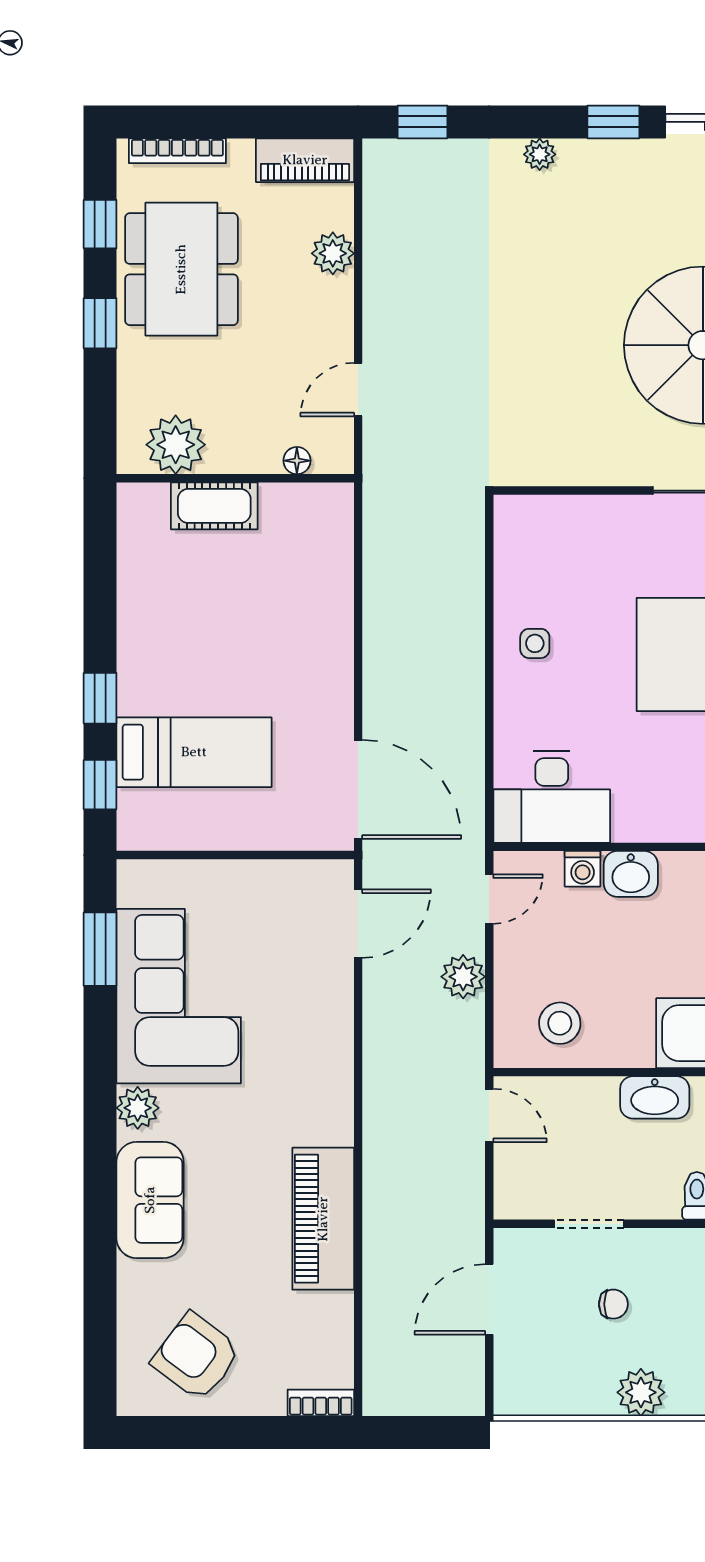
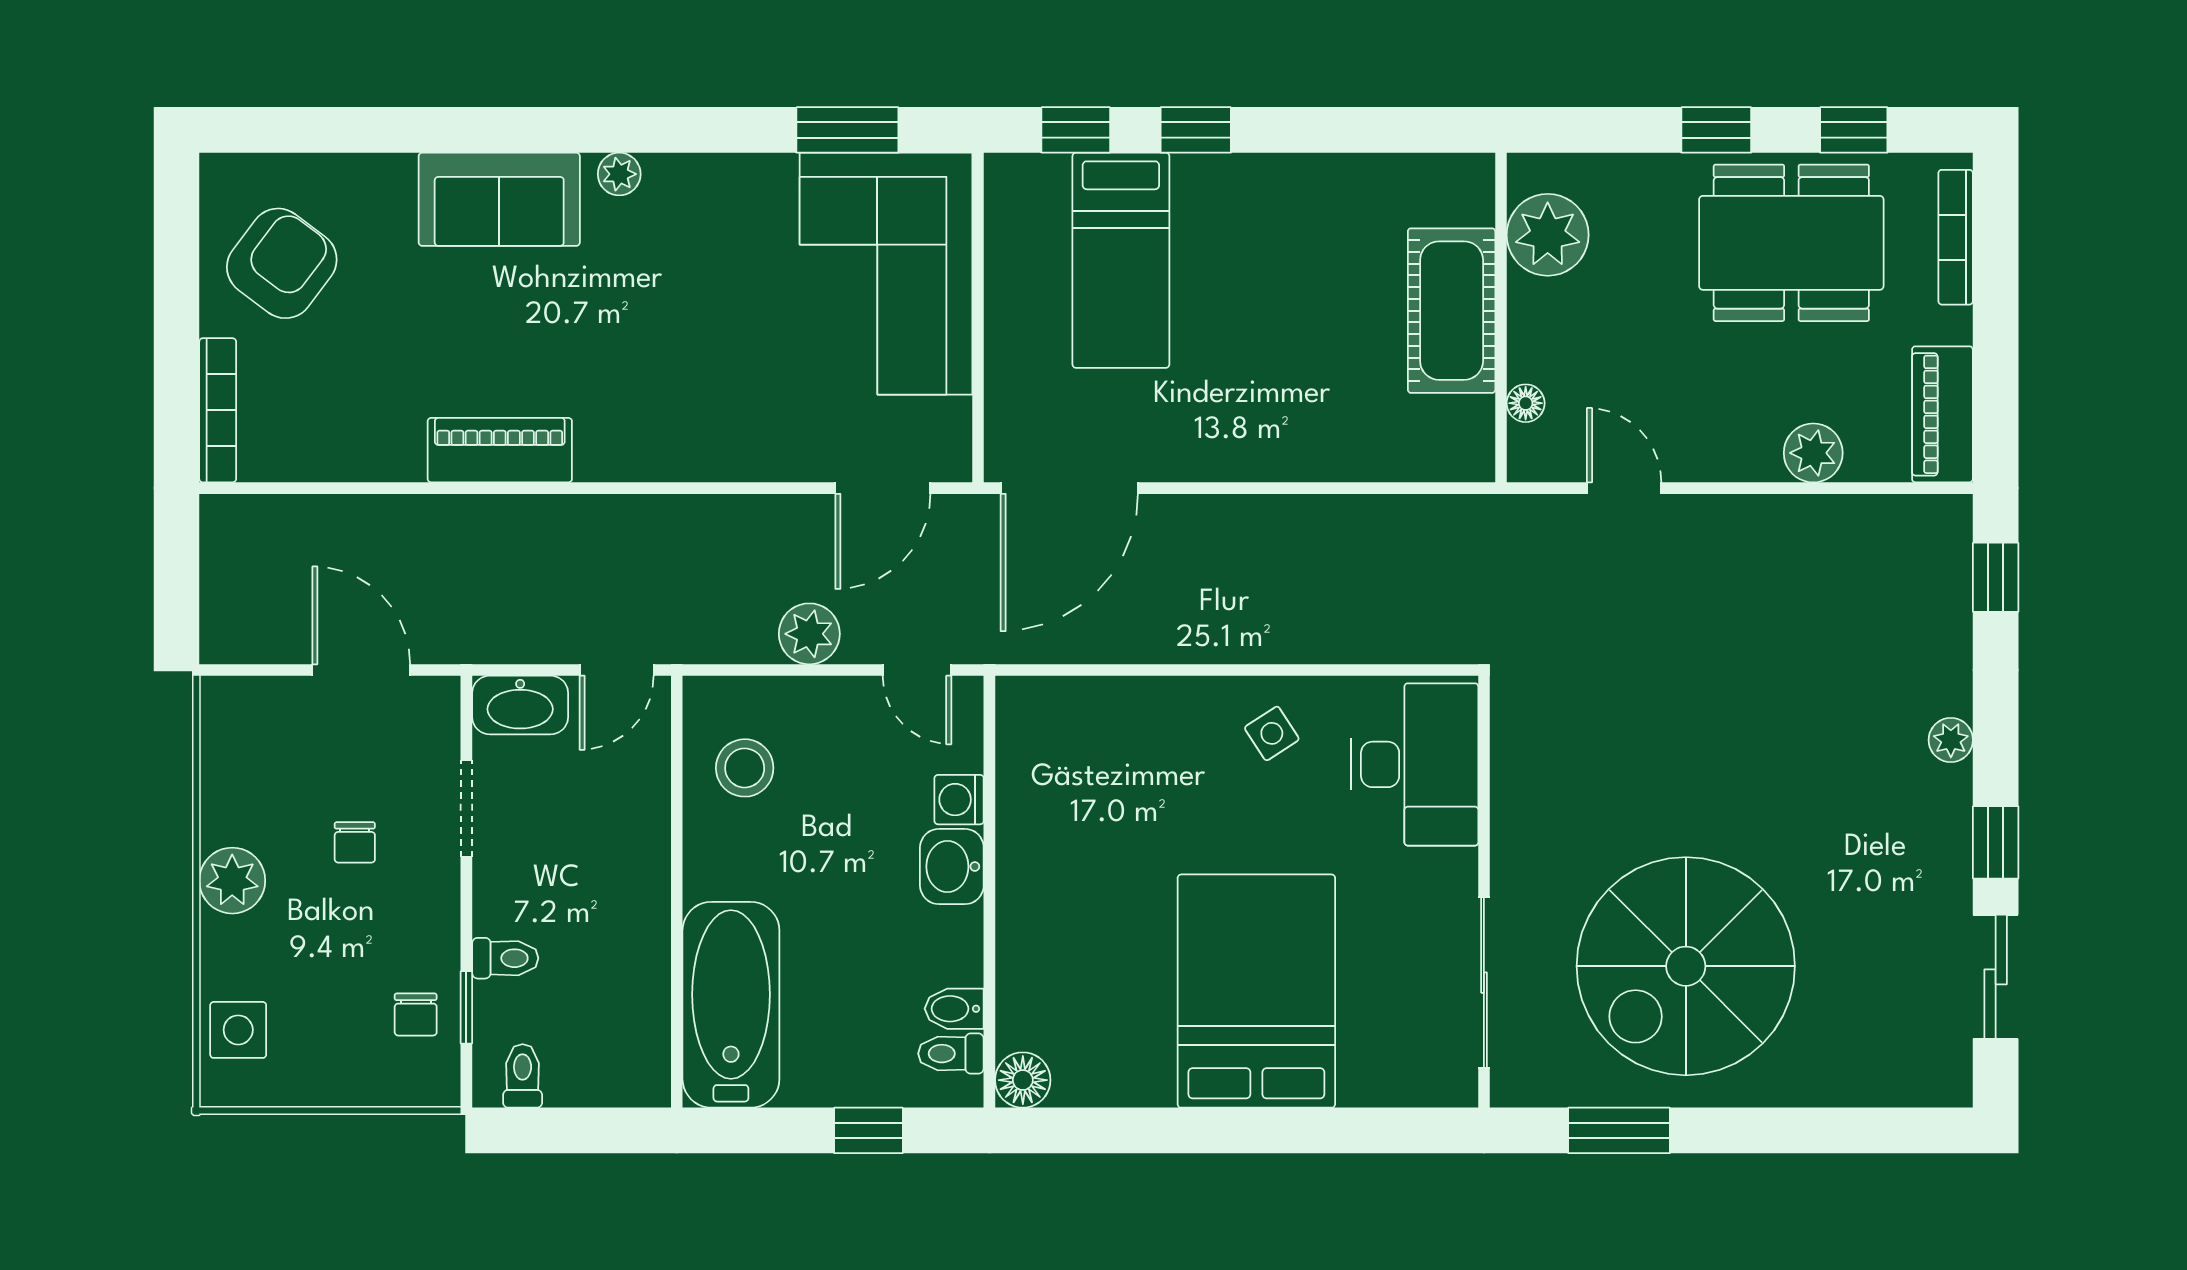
cot: (214, 506) -> (1452, 311), width x1.37, depth x1.34
side table: (535, 643) -> (1272, 733), turned -33
desk: (552, 797) -> (1415, 764), moved, turned 180
door: (358, 924) -> (883, 488), hinge flipped
corner sofa: (179, 996) -> (886, 274), moved, turned 90
washbasin: (655, 1097) -> (520, 705), moved, turned -90
plant: (138, 1108) -> (619, 174), width x0.73, depth x0.73
piano: (323, 1219) -> (500, 450), width x0.73, depth x0.75
bookcase: (321, 1403) -> (218, 410), width x1.56

